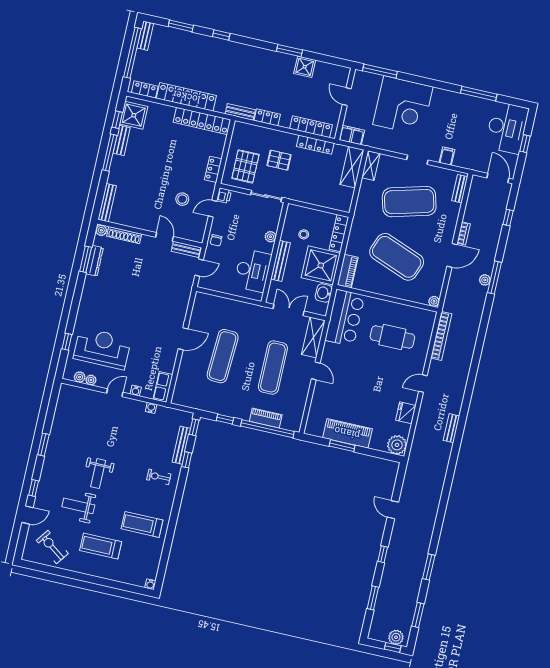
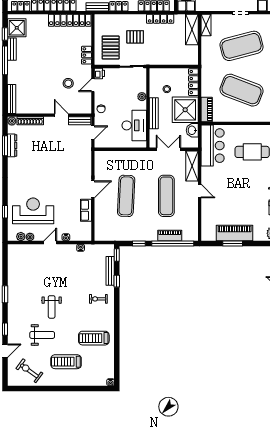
row of seats: (163, 387) -> (86, 210), moved
weight bench: (78, 506) -> (42, 335), turned 180

